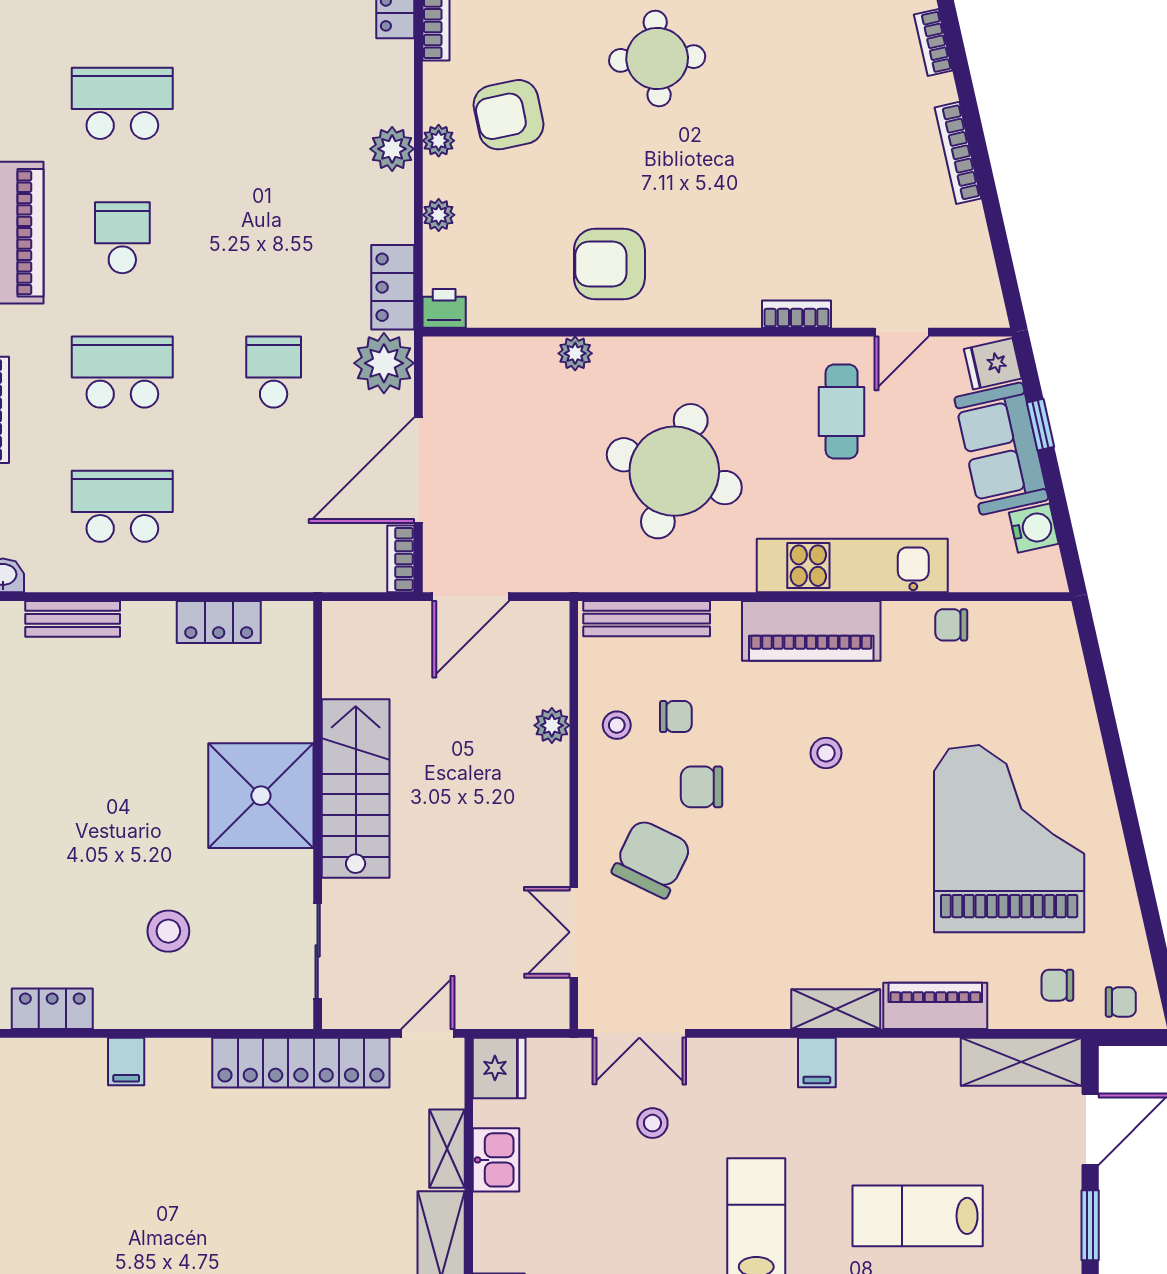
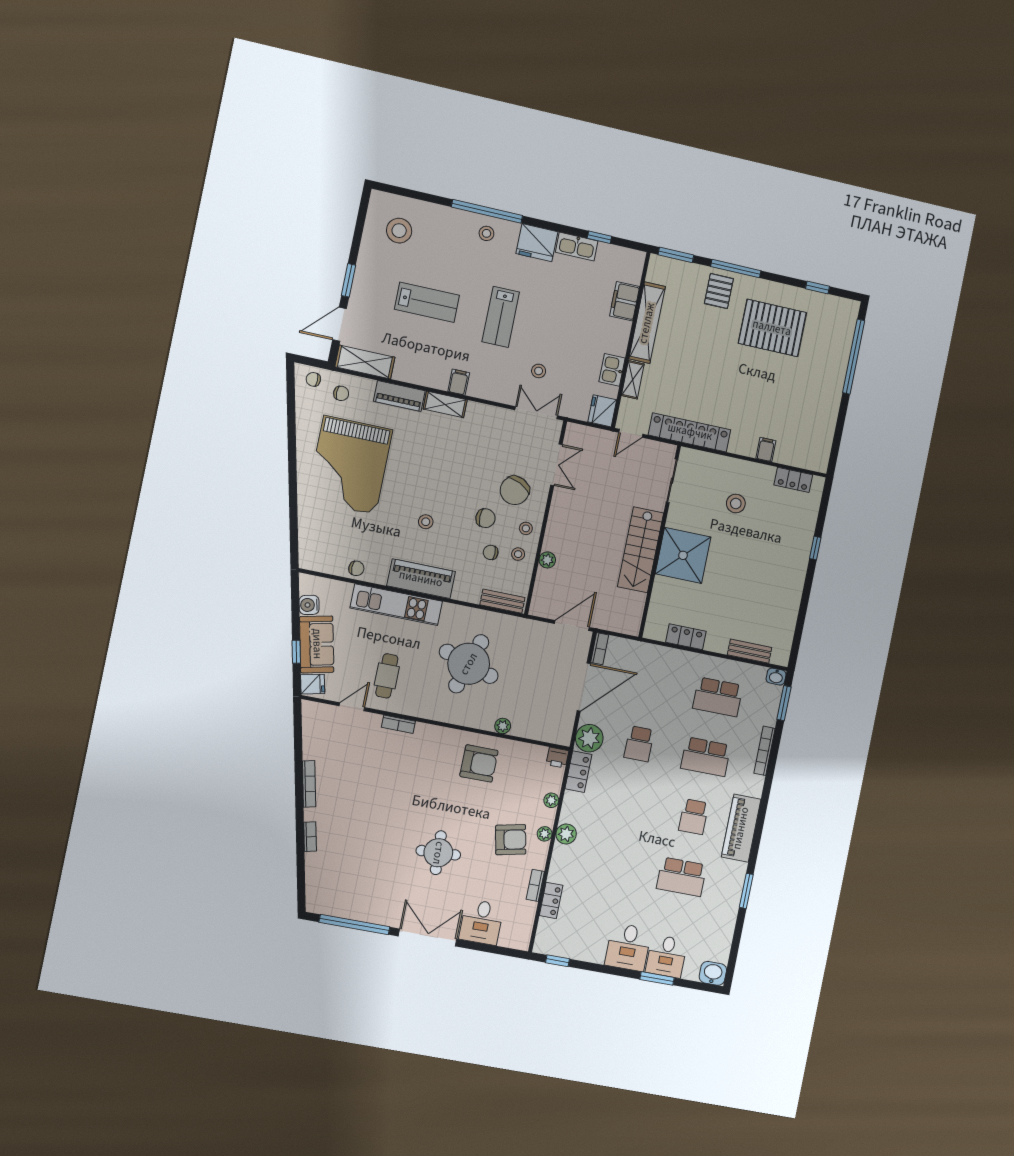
bench: (647, 619) -> (502, 601), width x0.73
stool: (611, 783) -> (526, 528), added

